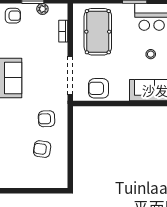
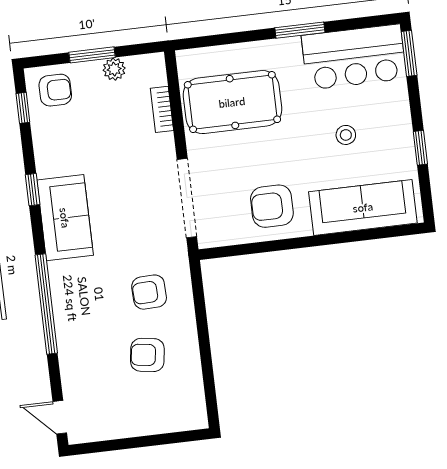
pool table: (98, 32) -> (232, 102), turned 90
armchair: (99, 88) -> (272, 206), moved

